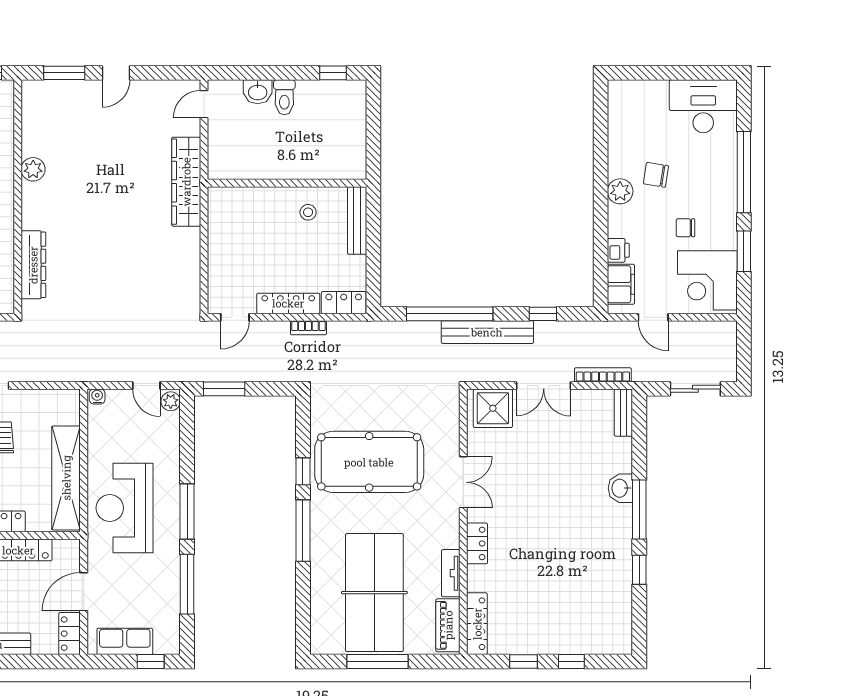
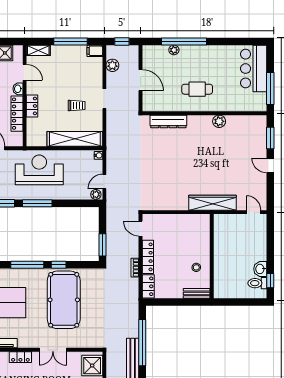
washbasin: (258, 92) -> (260, 269), moved
toilet: (284, 97) -> (257, 283), moved
bench: (357, 220) -> (197, 293), width x0.73
window: (224, 389) -> (103, 245), moved
shelving: (66, 478) -> (75, 139), moved

